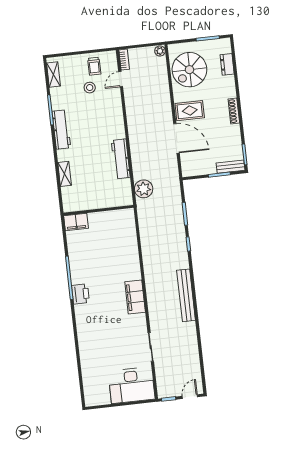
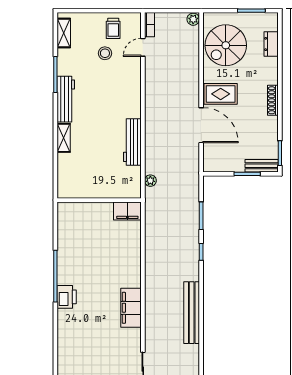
shelving: (65, 174) -> (64, 138), moved
plant: (144, 189) -> (150, 181), width x0.53, depth x0.53
filing cabinet: (76, 222) -> (127, 211), moved

